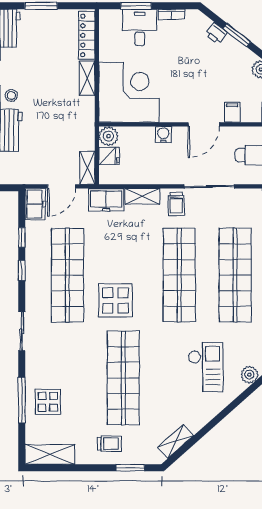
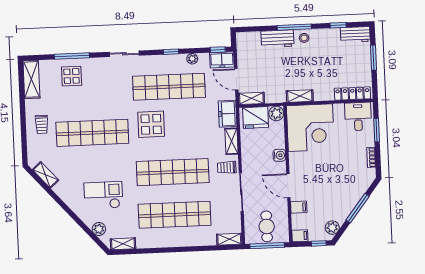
desk: (140, 27) -> (358, 117), moved, turned -90
printer: (216, 33) -> (358, 192), removed
window: (237, 35) -> (358, 208), width x1.44
shelving: (87, 78) -> (300, 96), moved
fridge: (109, 156) -> (256, 118), width x1.88, depth x1.34
window: (22, 237) -> (218, 50), moved
plant: (32, 243) -> (192, 59), added
checkout: (206, 367) -> (103, 195), turned 180
window: (130, 468) -> (24, 141), removed

